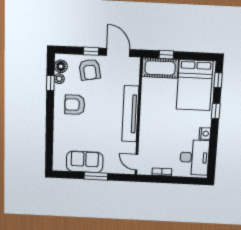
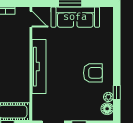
armchair: (90, 70) -> (80, 107), removed
sofa: (85, 162) -> (75, 17), width x1.36

